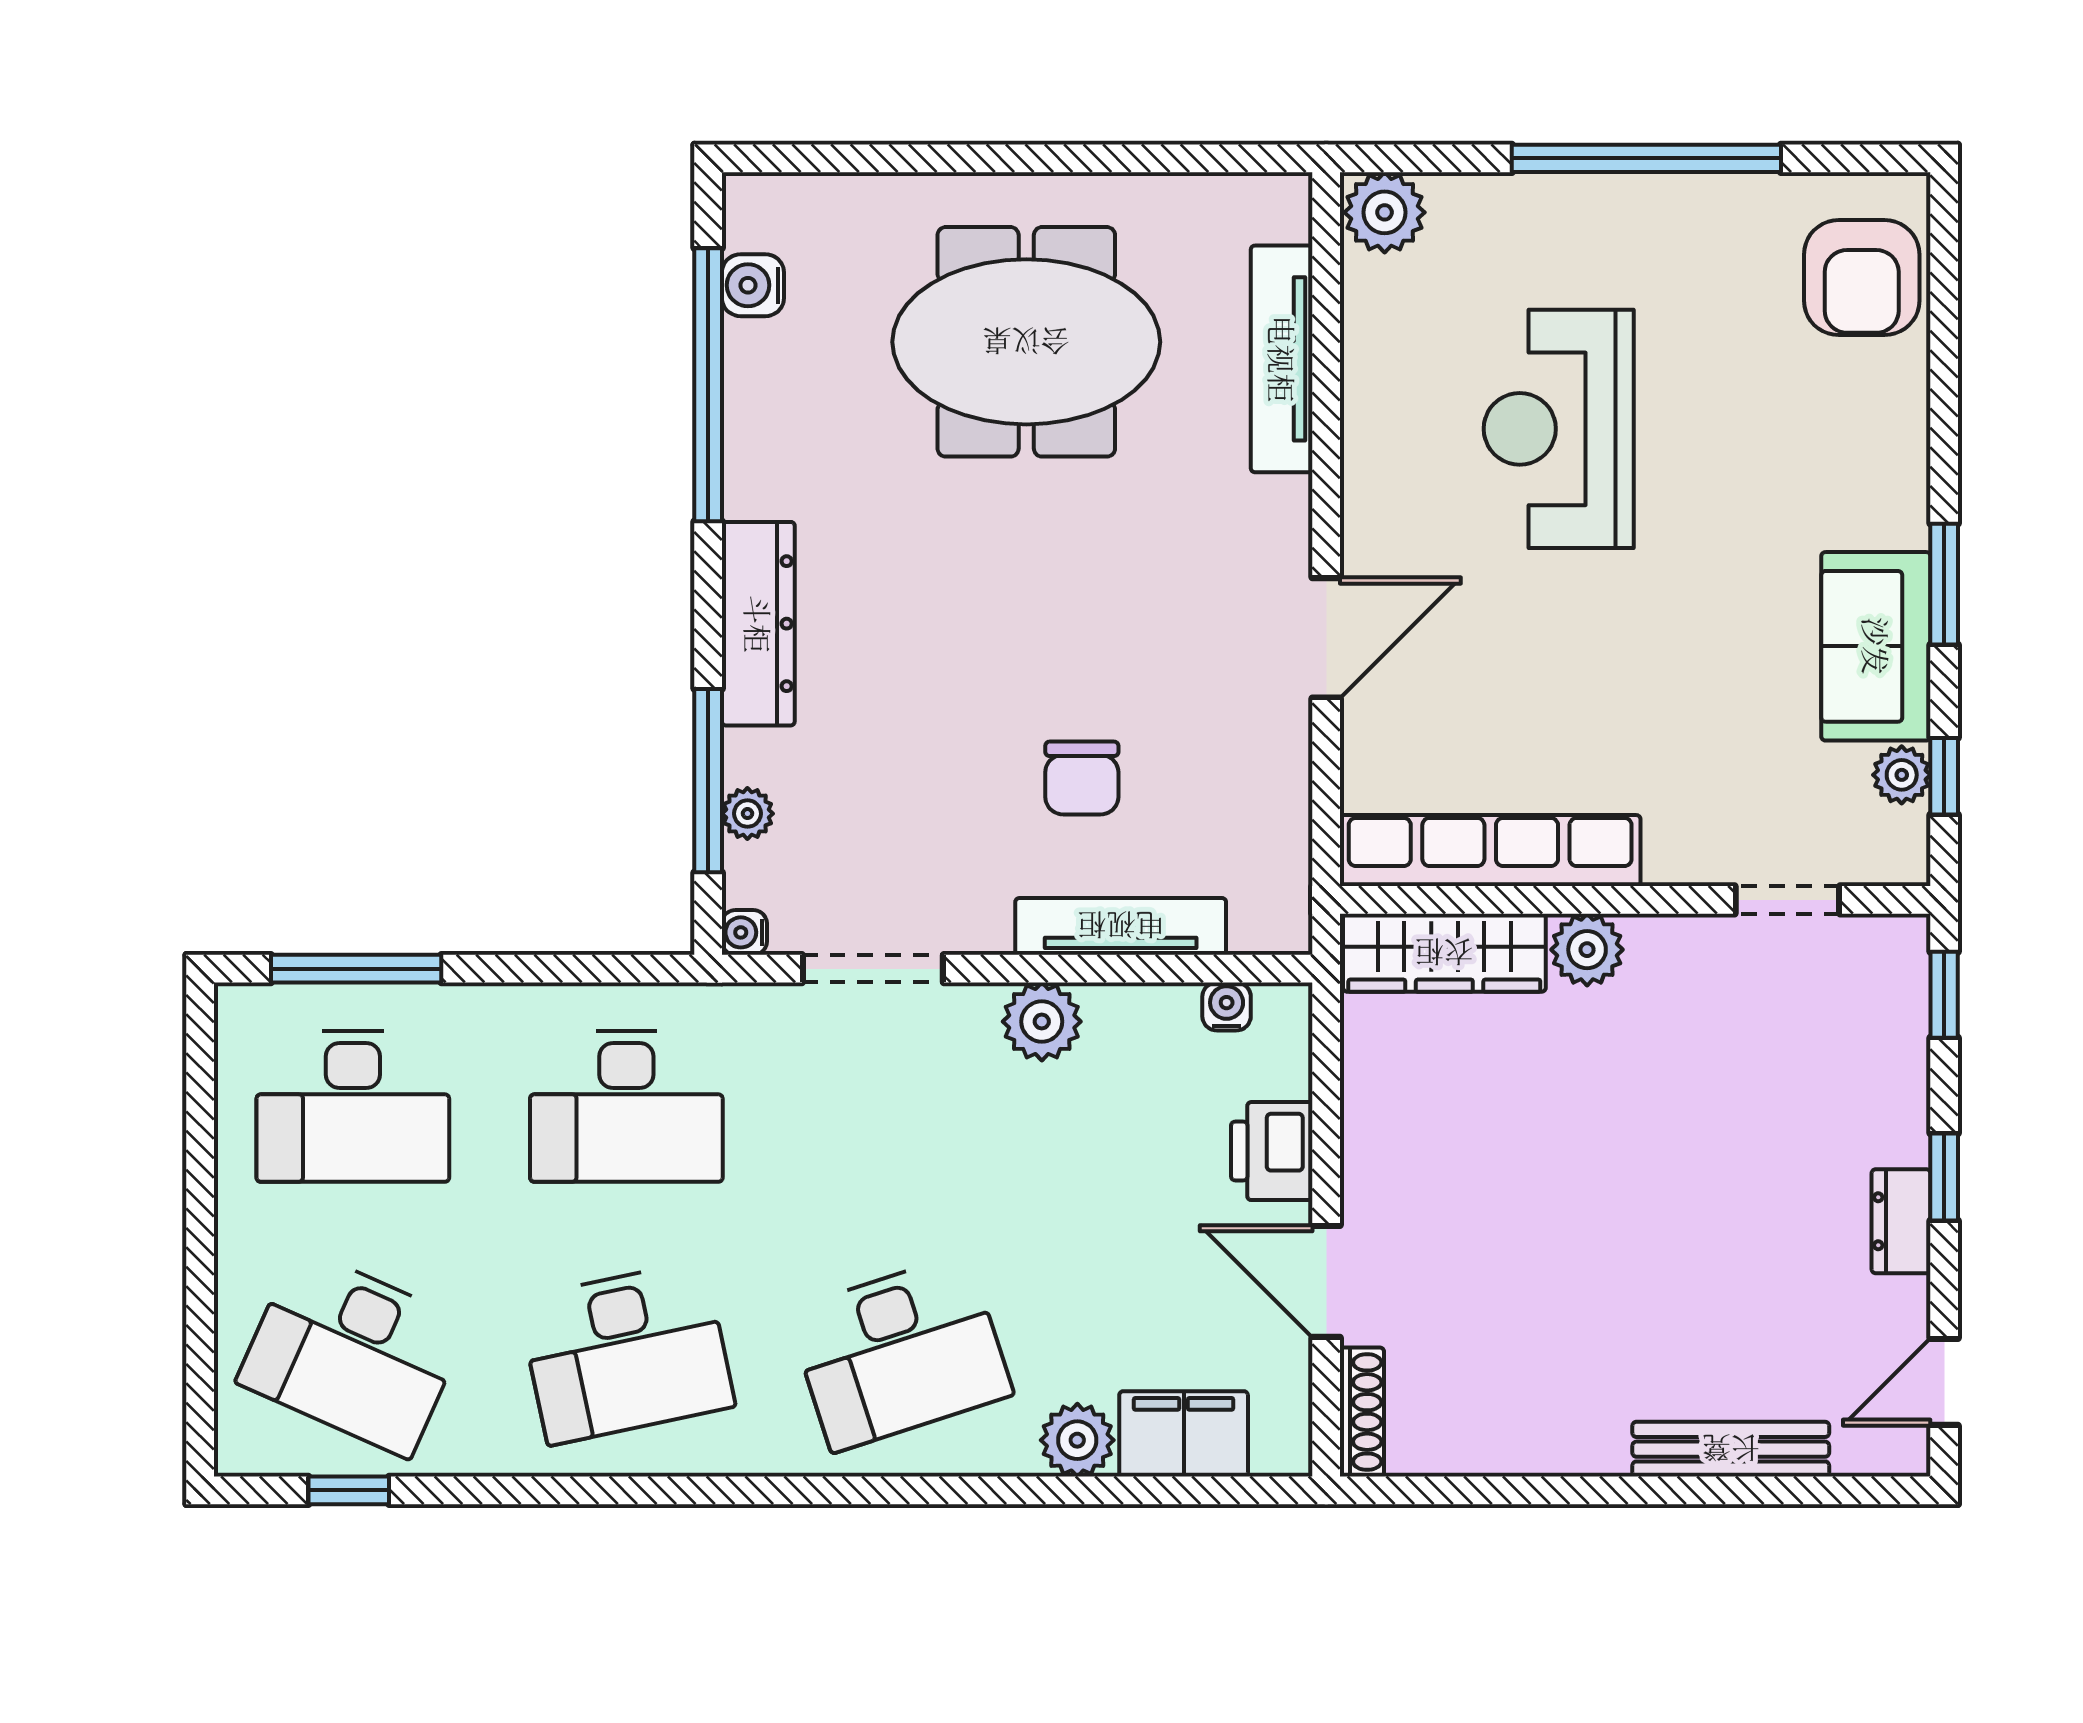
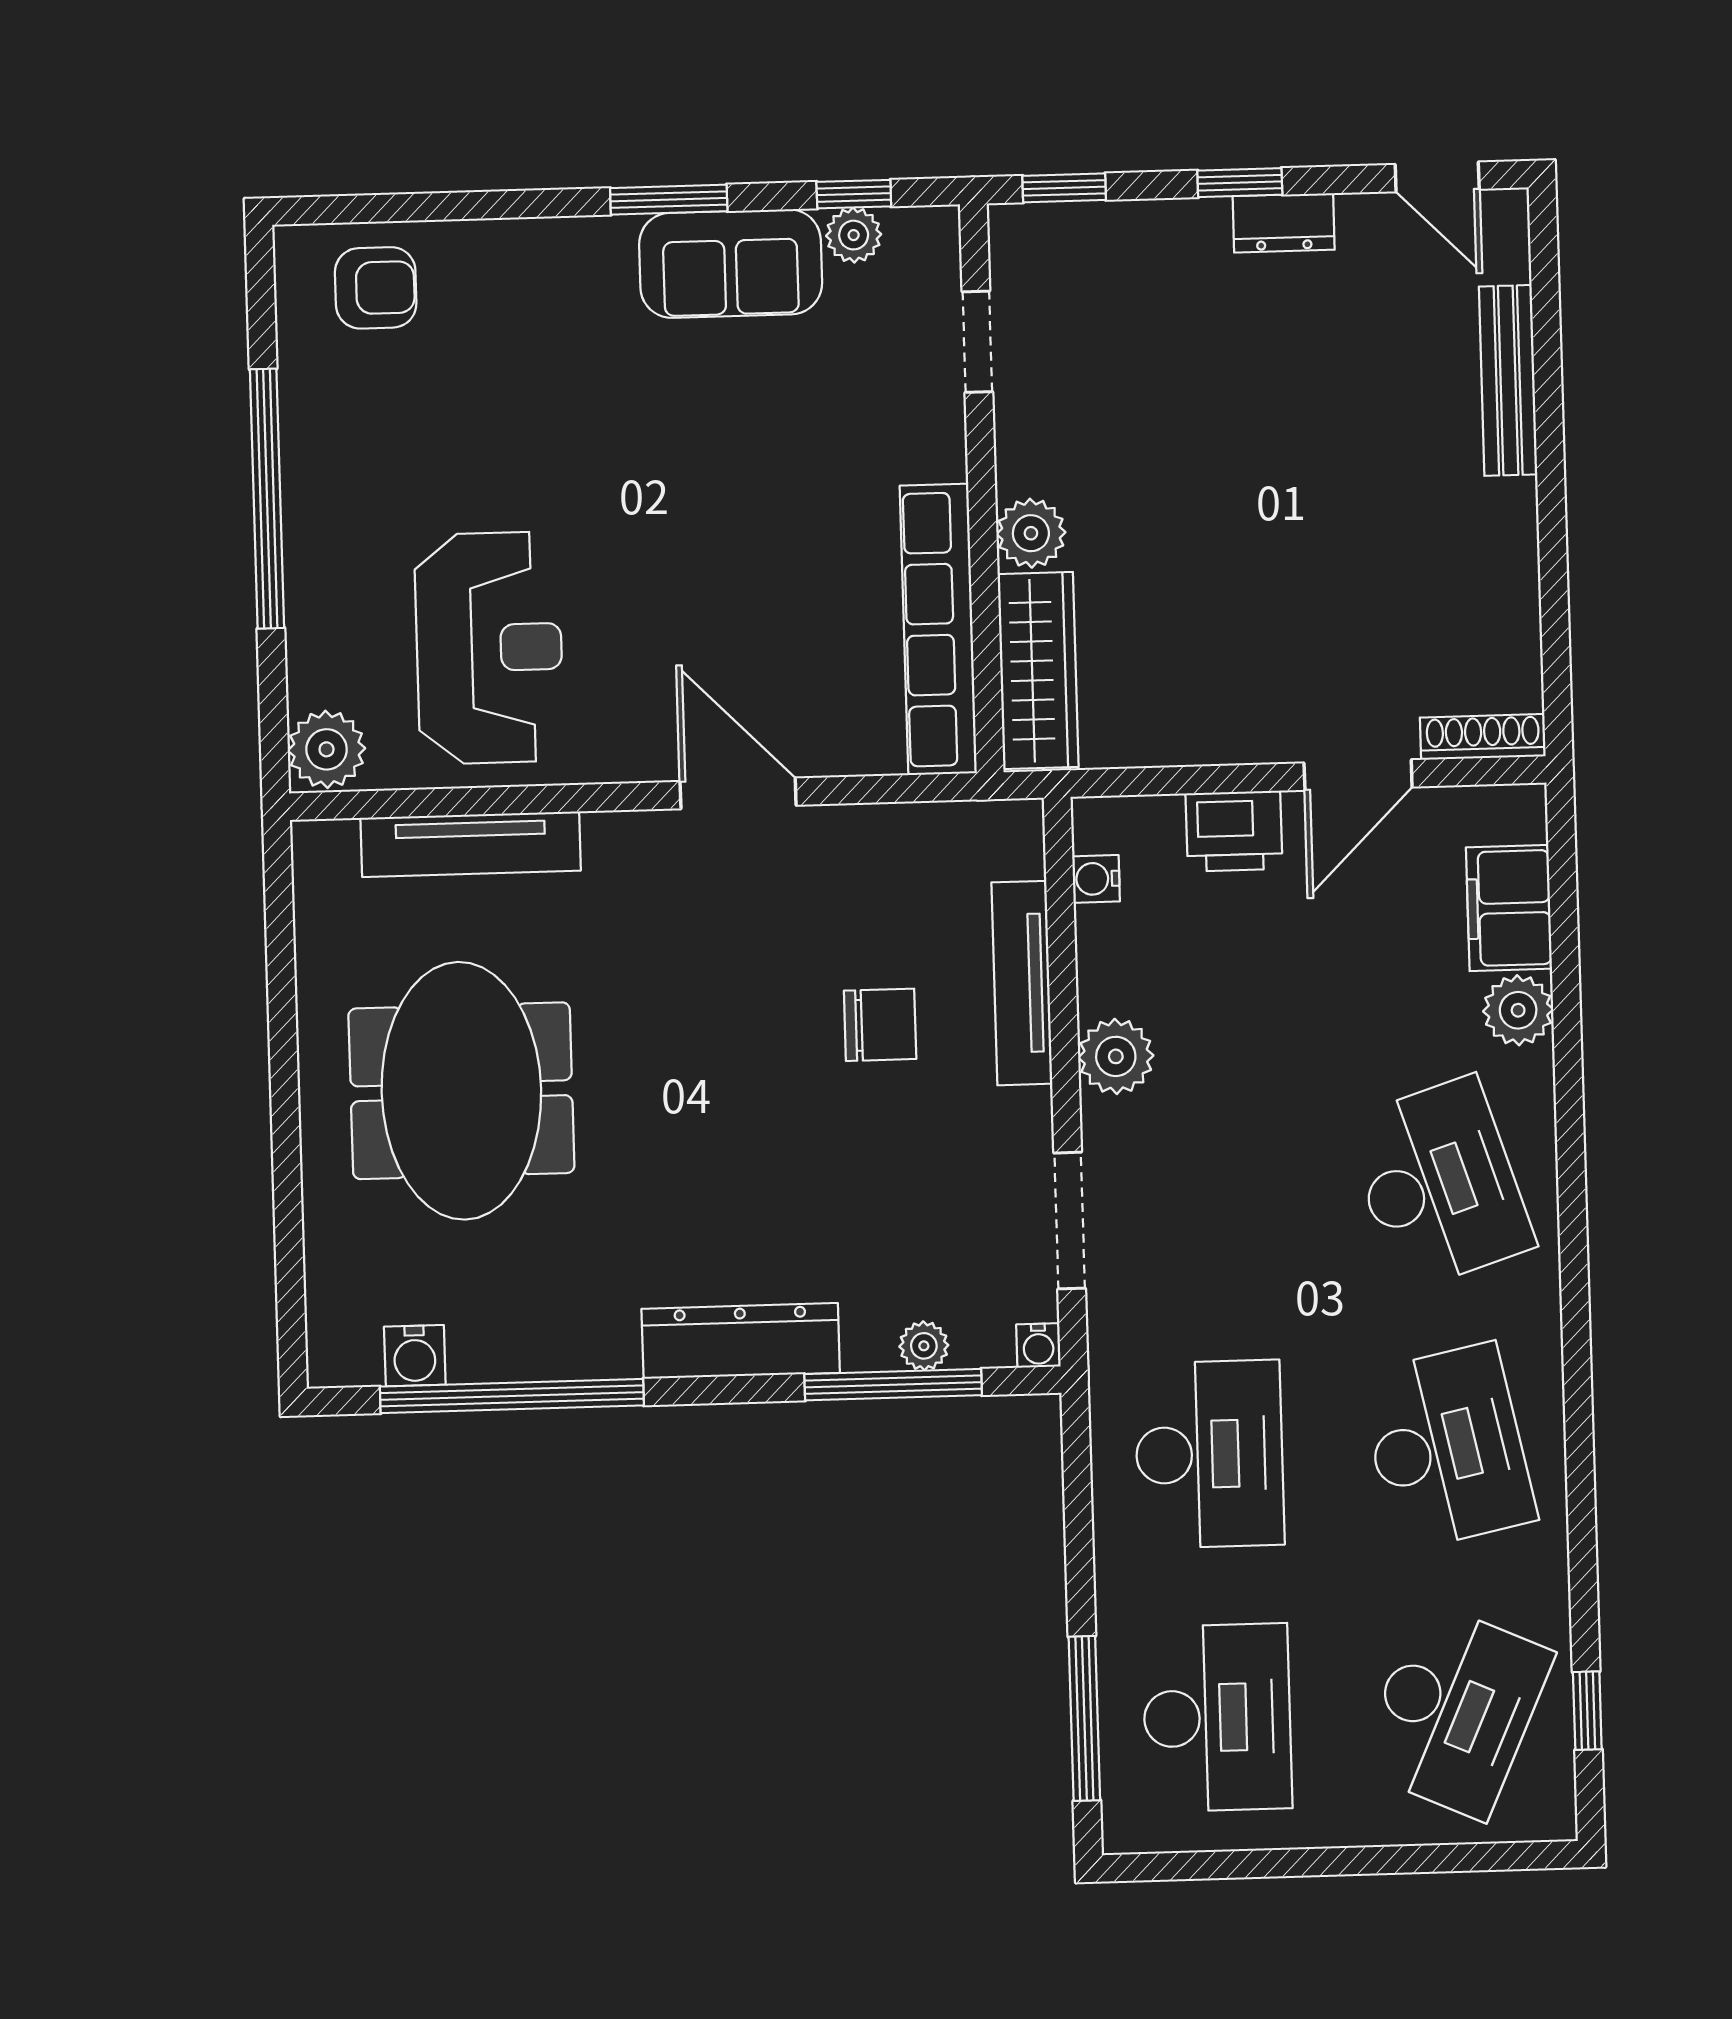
armchair: (1862, 278) -> (376, 288), width x0.72, depth x0.72
reception desk: (1559, 429) -> (489, 648), moved, turned -90

